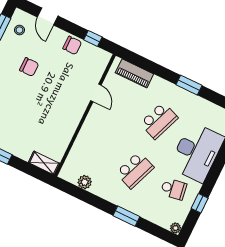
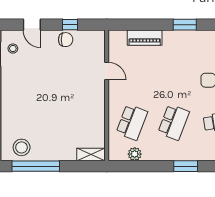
window: (93, 38) -> (70, 25), moved
chair: (29, 67) -> (37, 77), removed
piano: (134, 73) -> (145, 38), moved
school desk: (159, 121) -> (132, 122), moved

